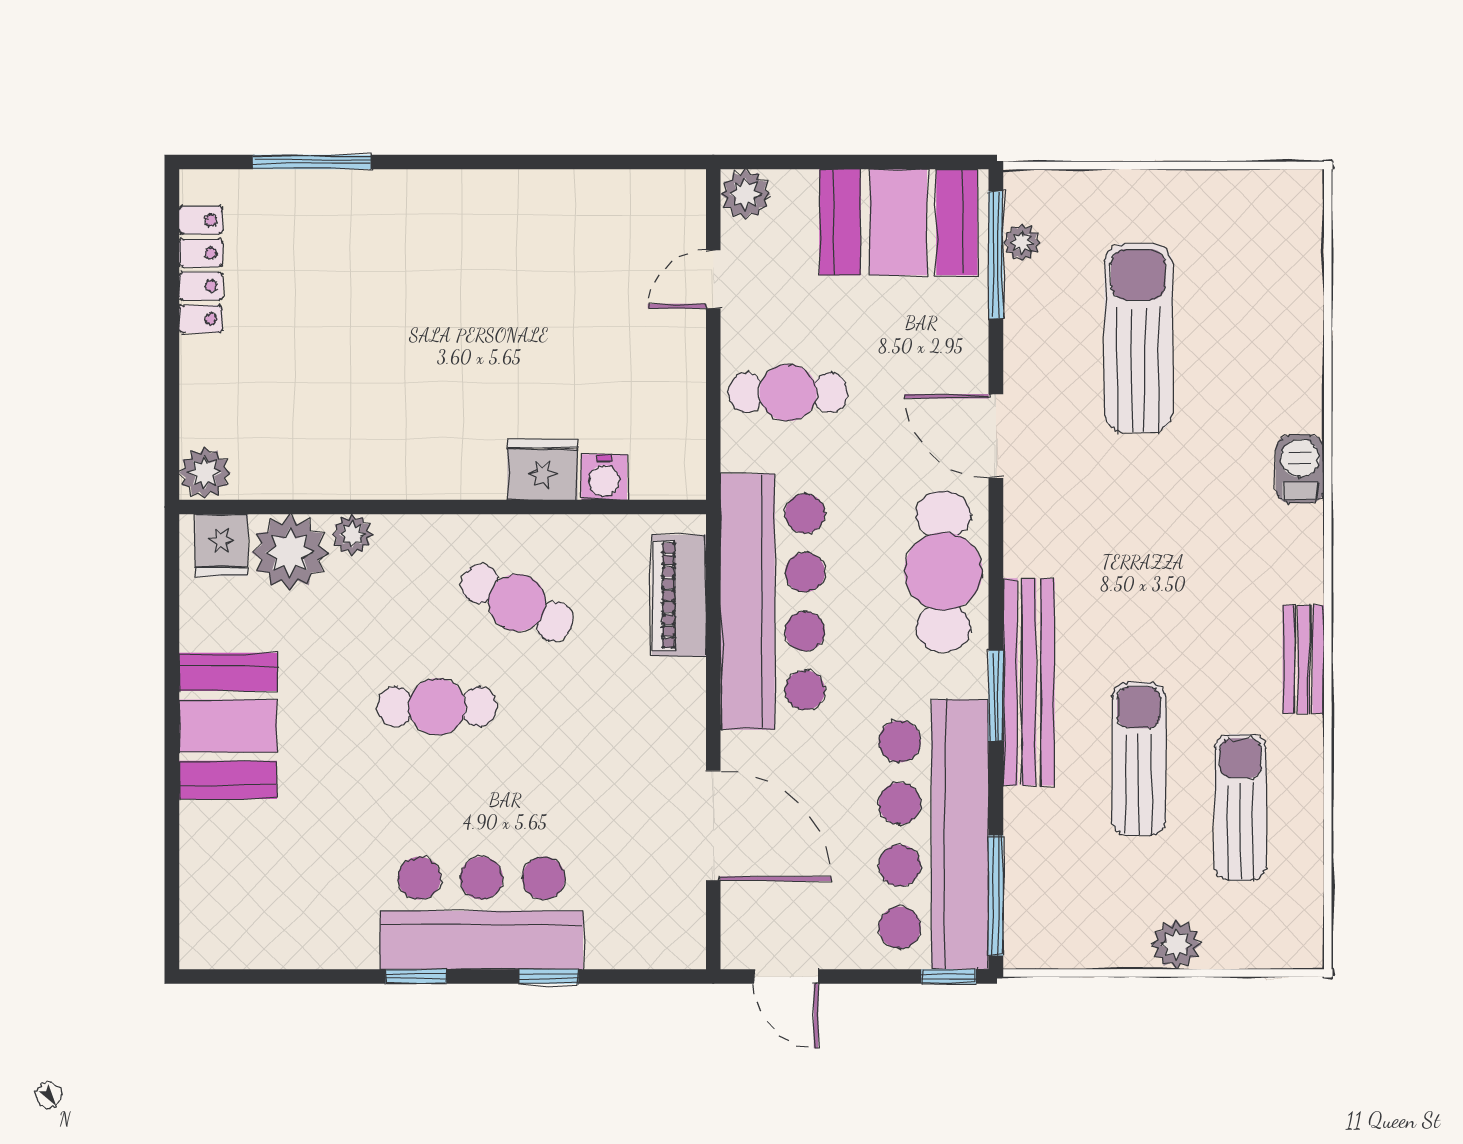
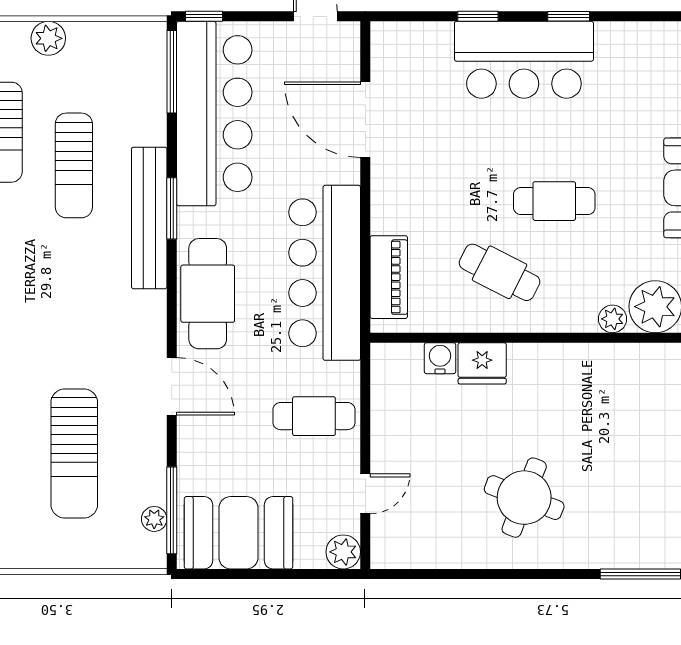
round table: (481, 274) -> (524, 498), added

